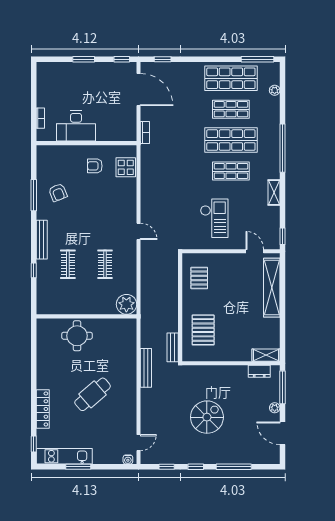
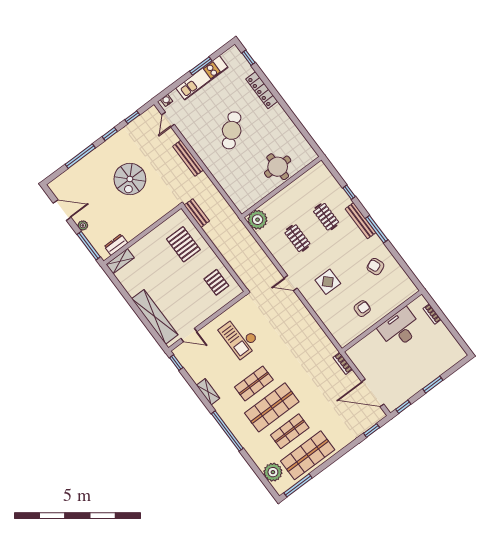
plant: (275, 90) -> (273, 472), width x1.88, depth x1.88
display table: (126, 167) -> (328, 282), moved
window: (34, 195) -> (377, 229), moved
bench: (146, 368) -> (188, 158), moved
kitchen unit: (64, 456) -> (202, 78), moved

